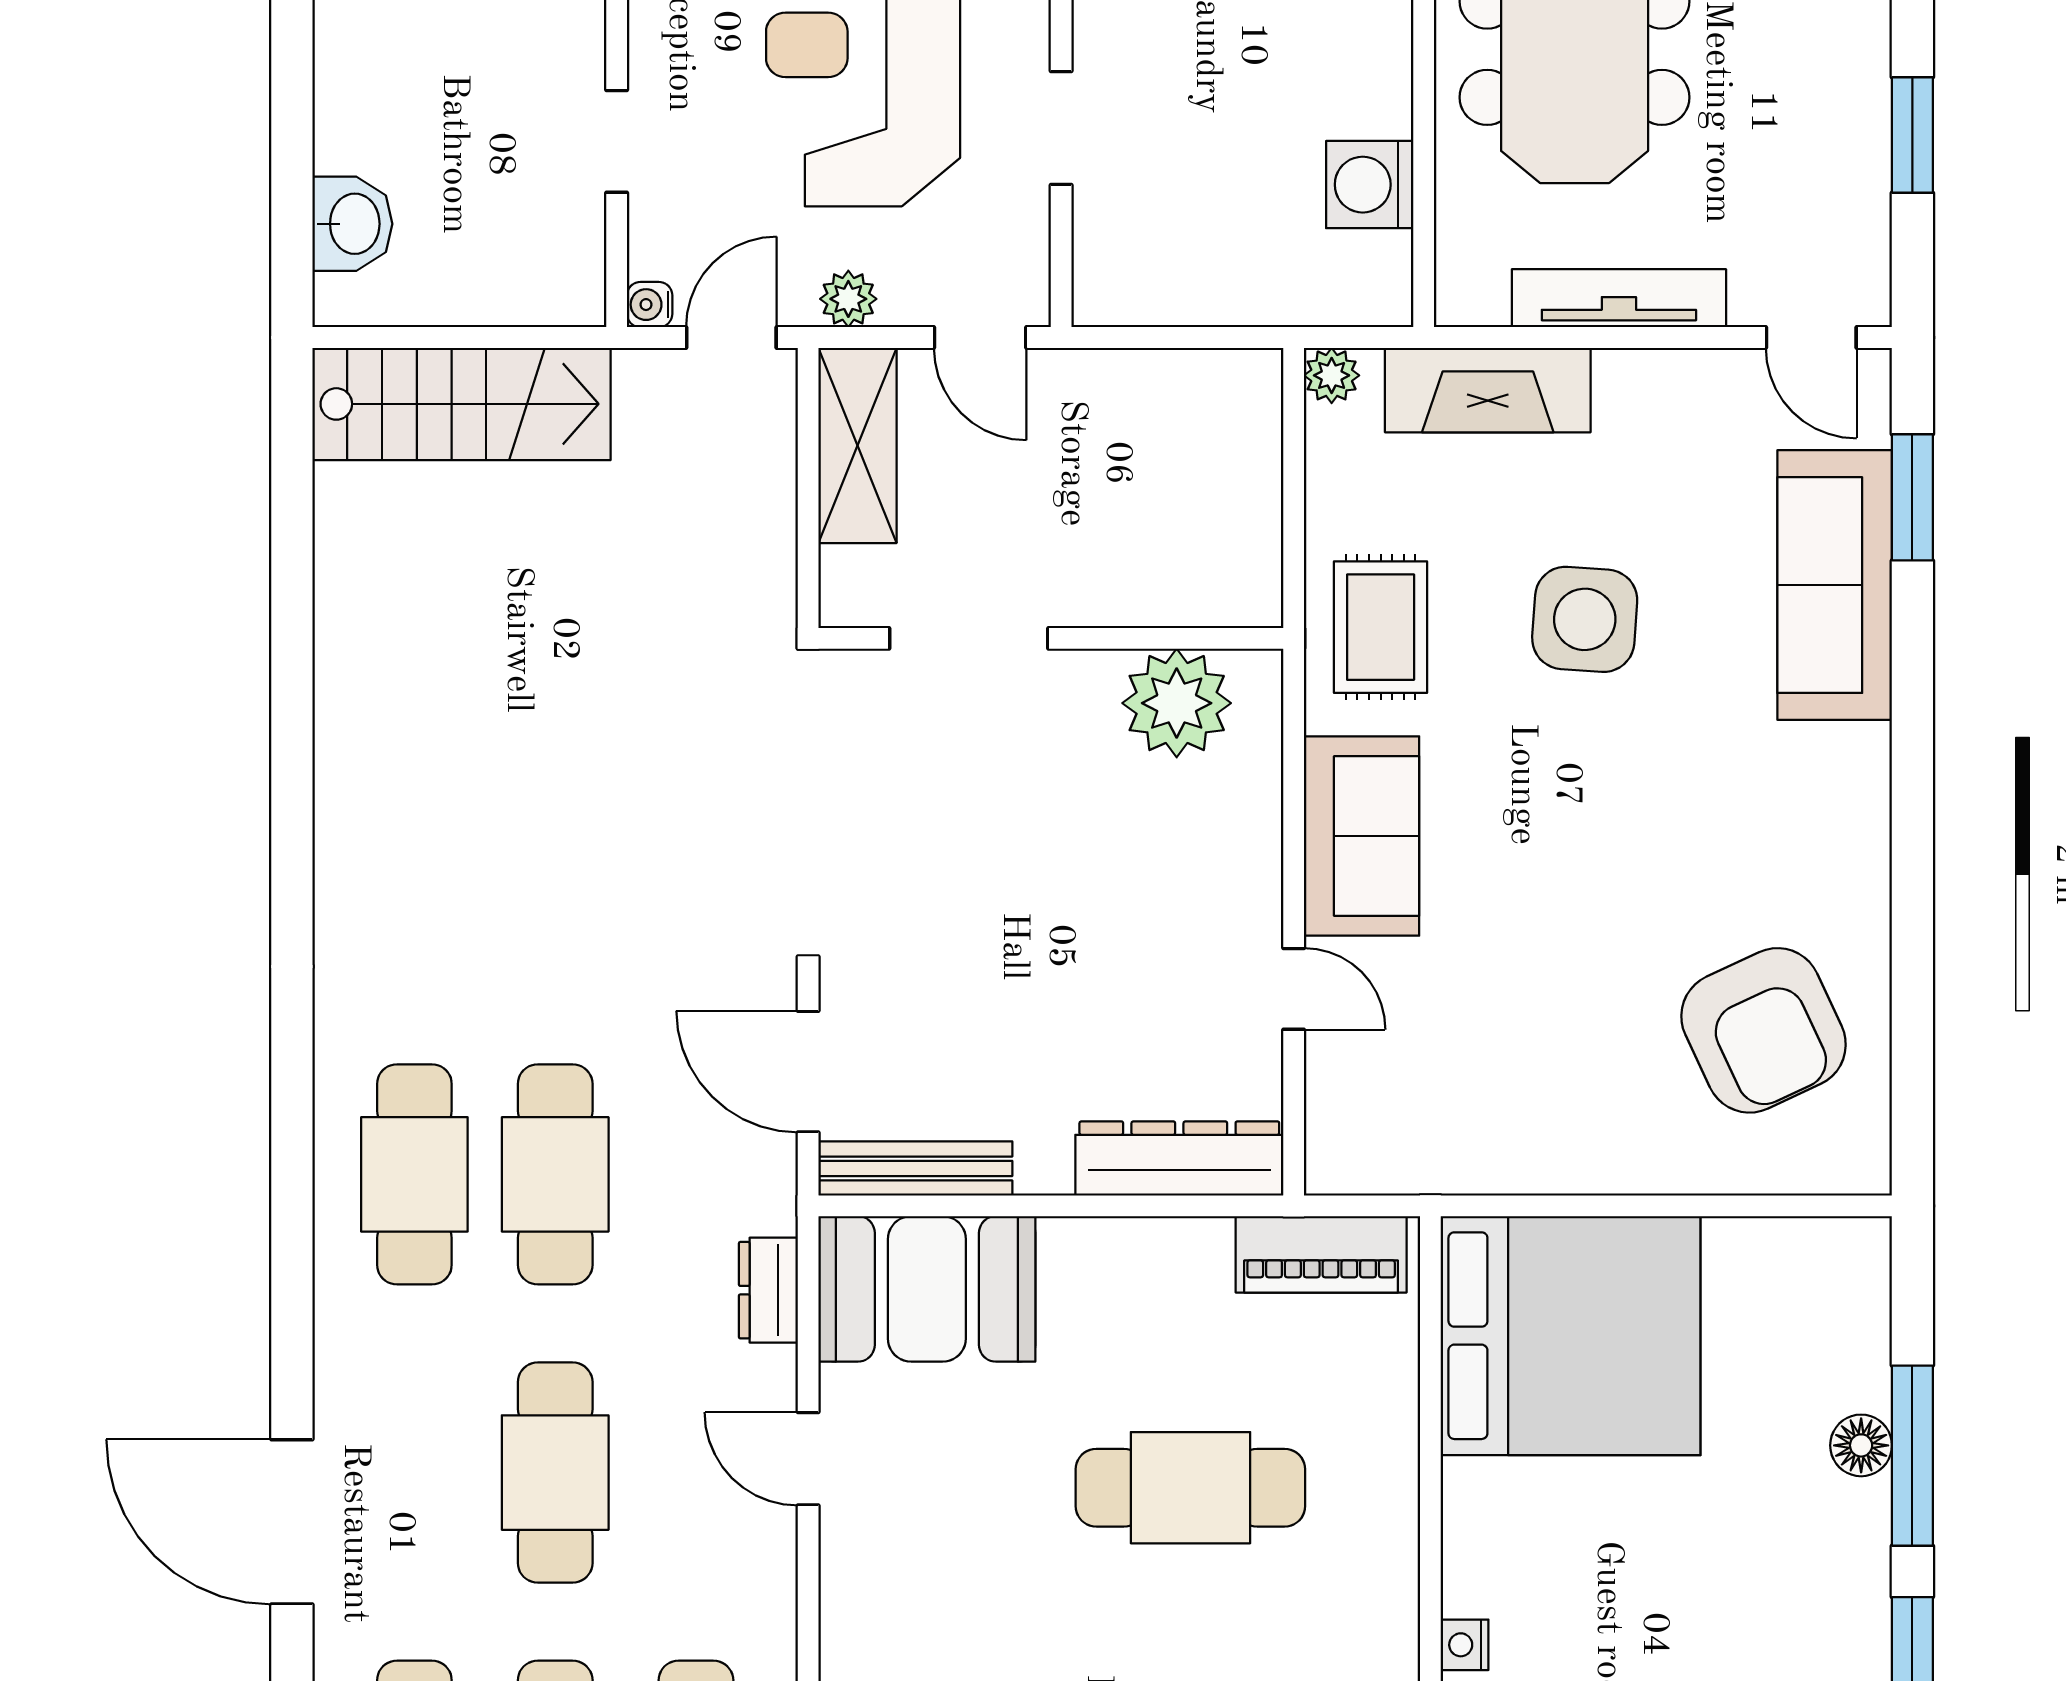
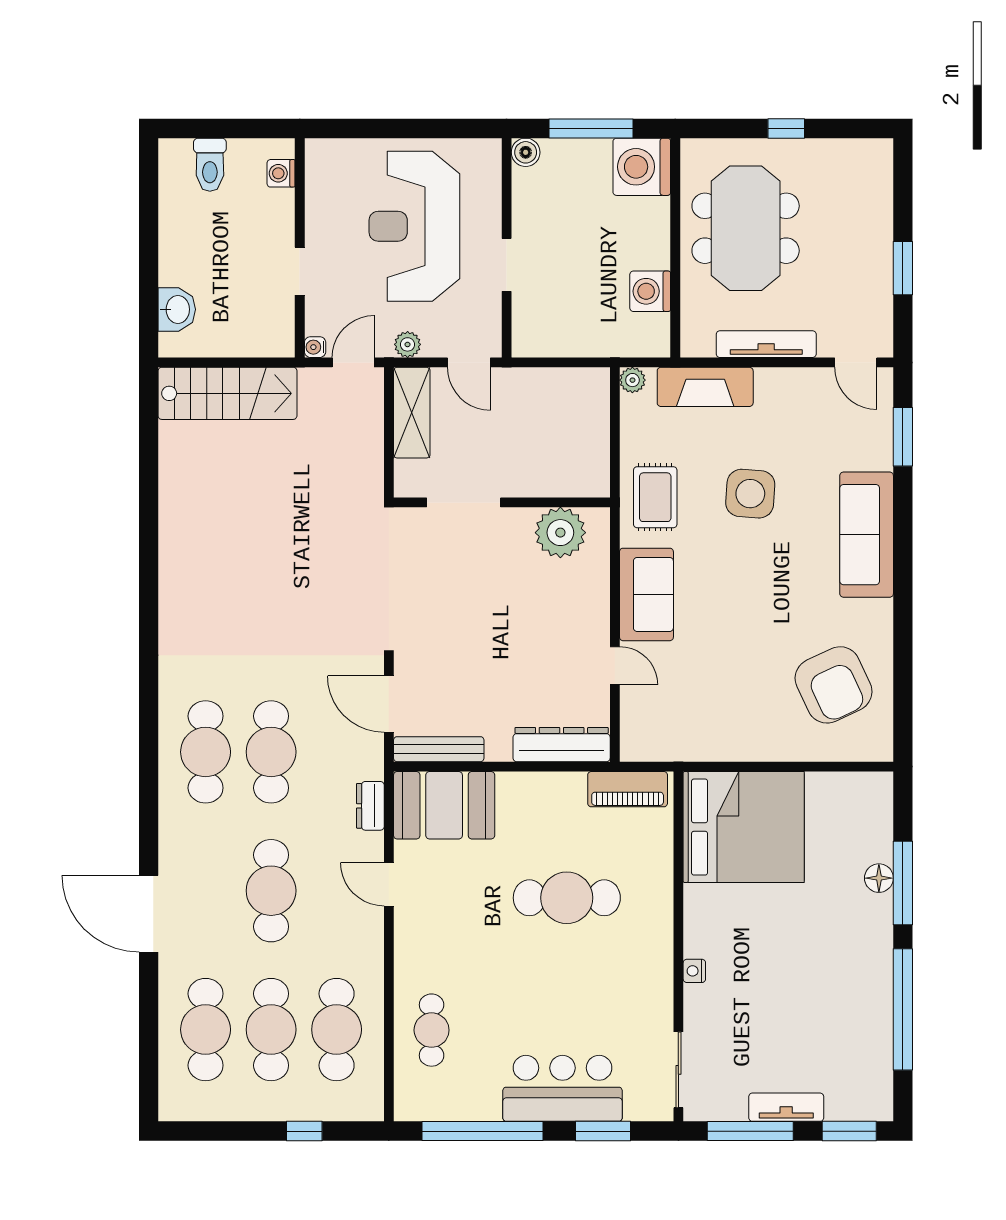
sofa: (1835, 585) -> (867, 535), moved

